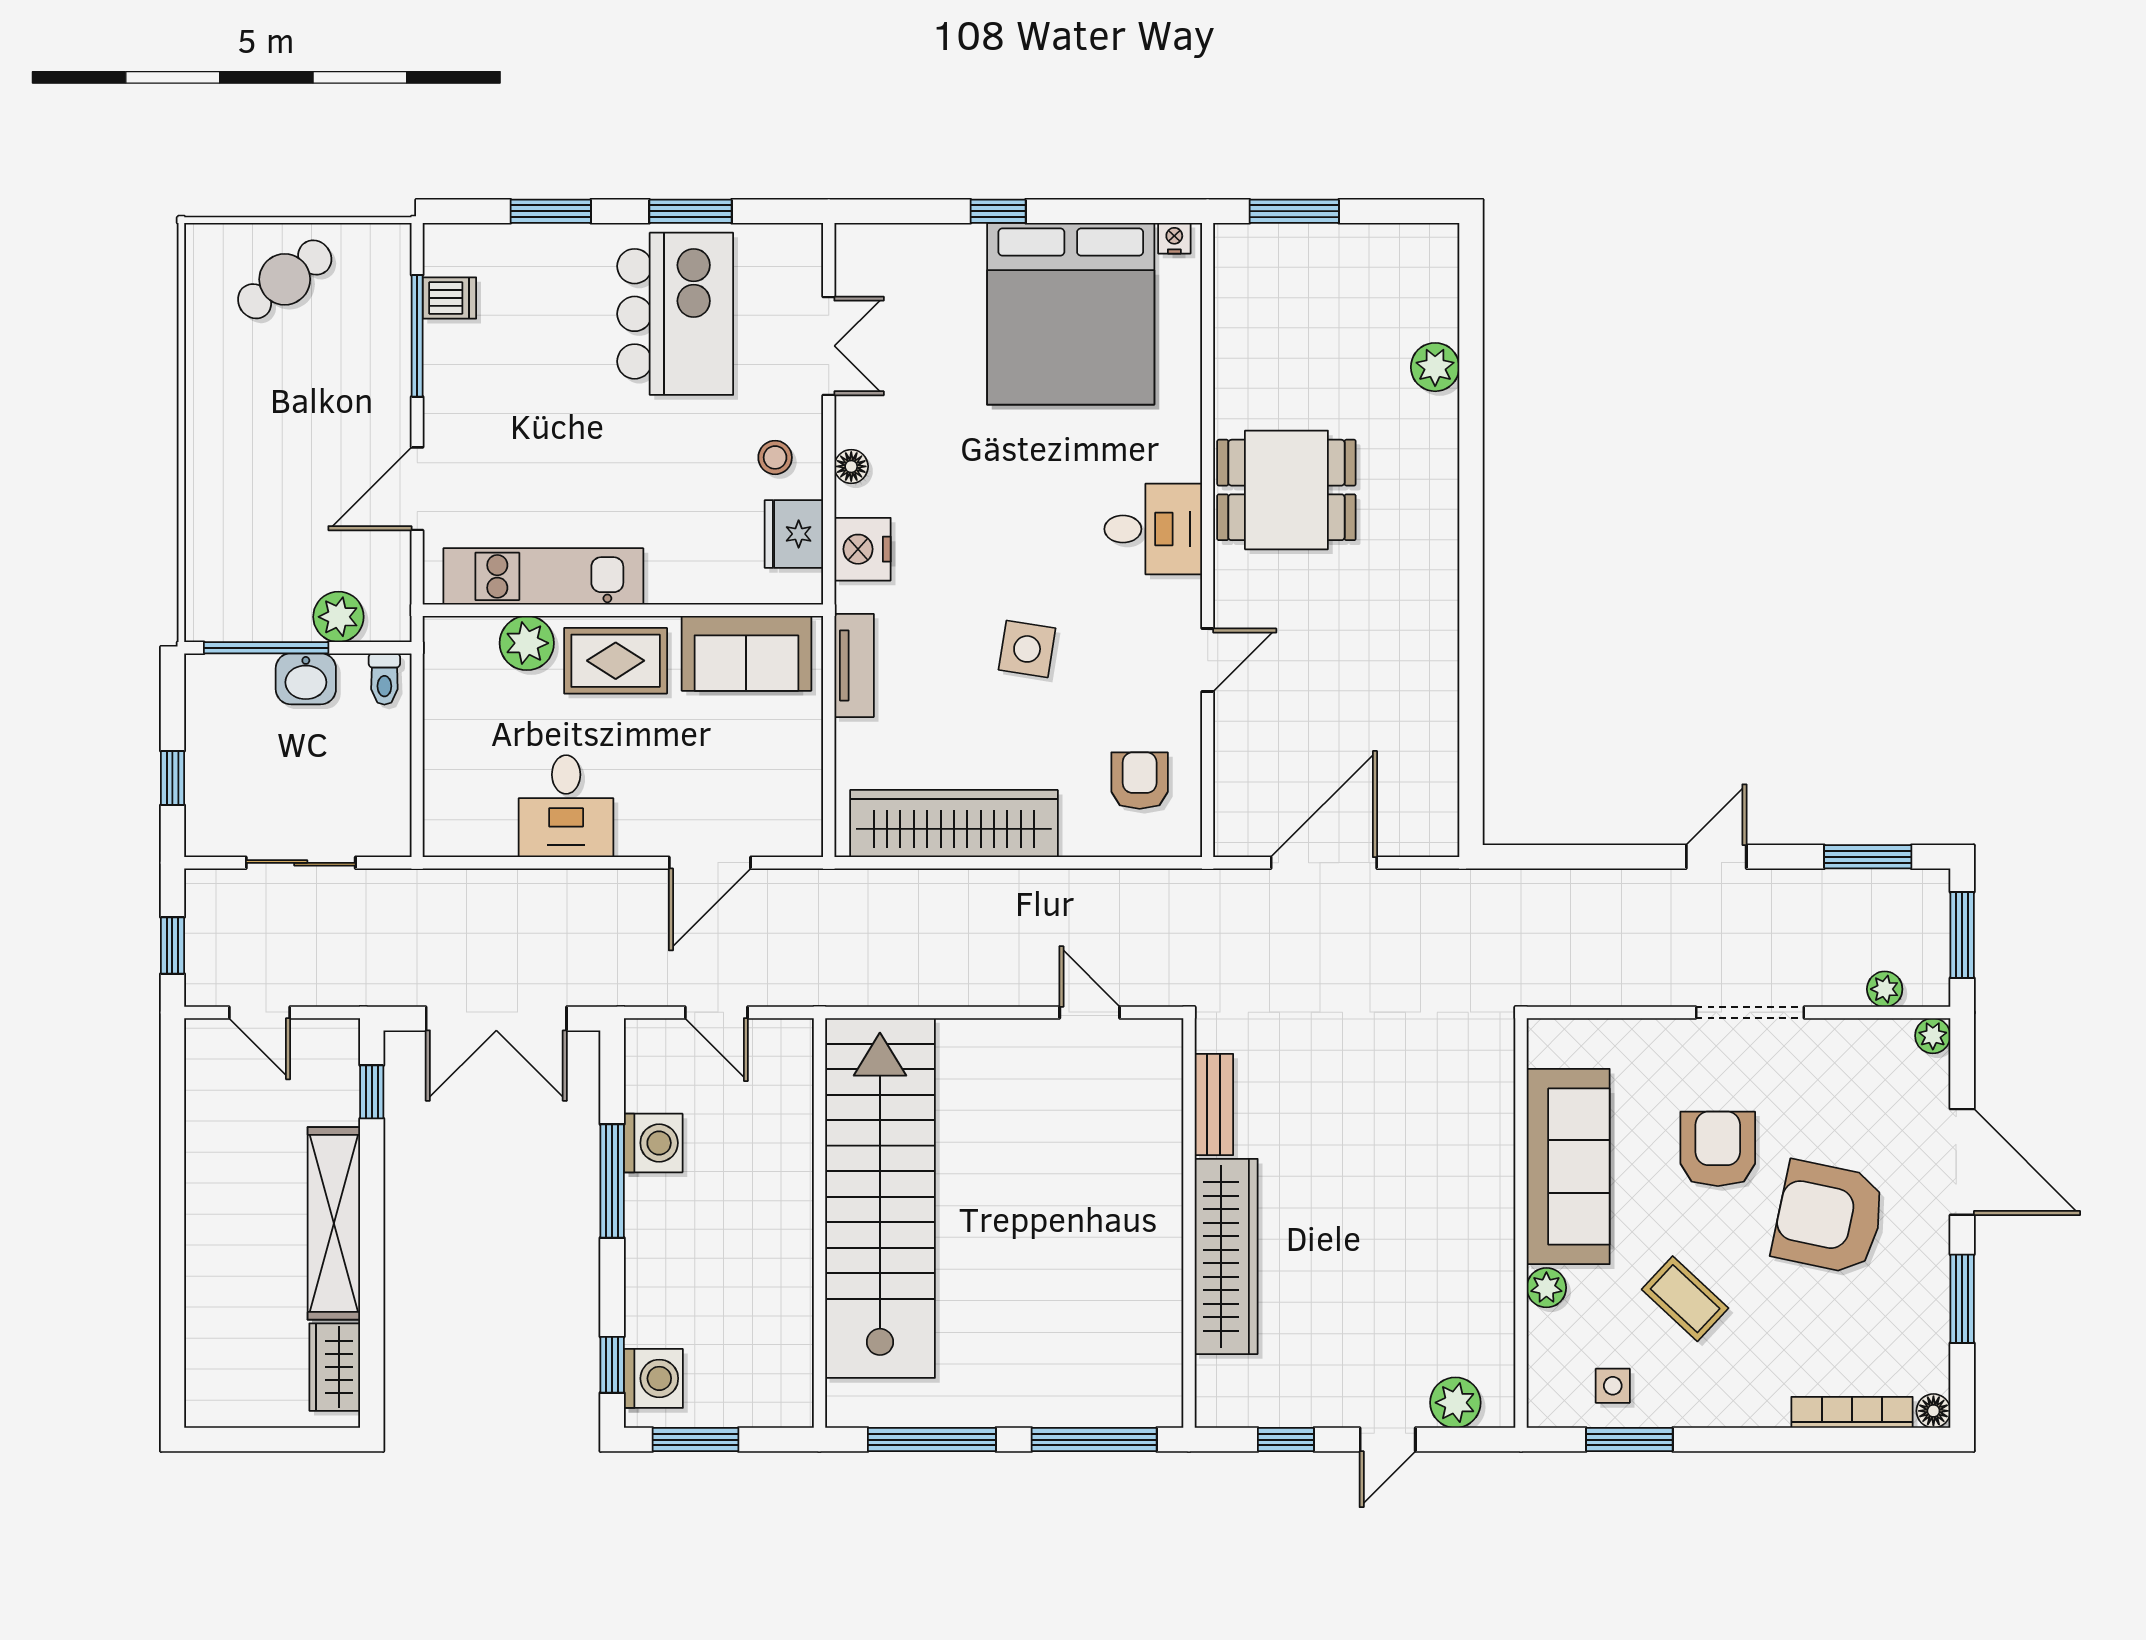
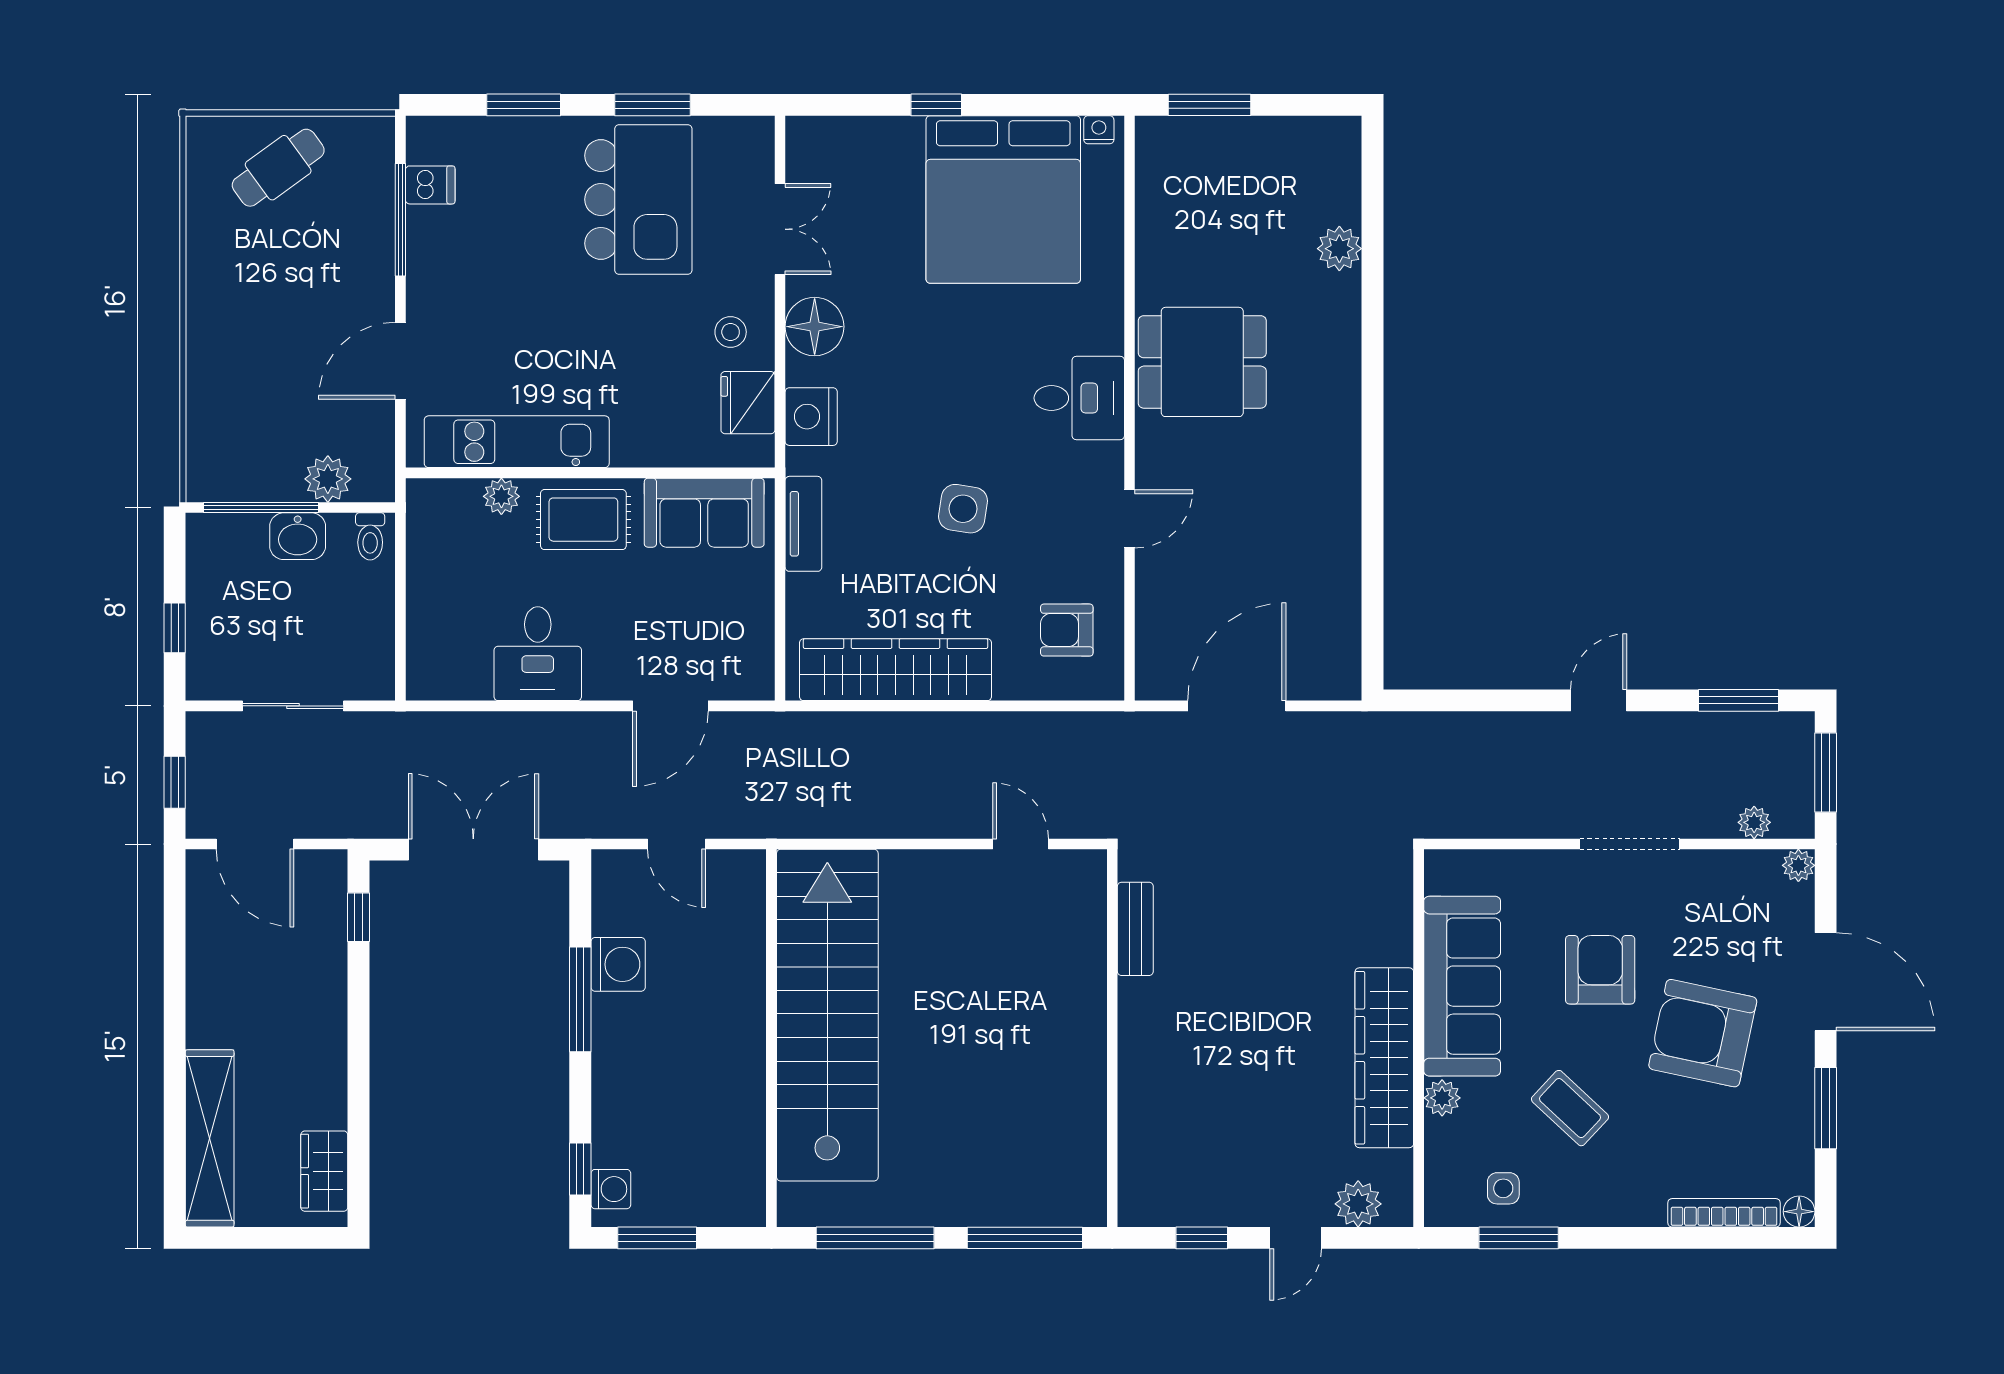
floor lamp: (851, 466) -> (815, 327), width x1.89, depth x1.89
plant: (527, 643) -> (501, 496), width x0.73, depth x0.73
armchair: (1140, 781) -> (1067, 630), turned -90
door: (260, 1012) -> (255, 844), width x1.38
double door: (496, 1019) -> (473, 850), swing flipped
shelving: (334, 1223) -> (210, 1138), moved
wardrobe: (1226, 1256) -> (1384, 1058), moved, turned 180
washing machine: (653, 1378) -> (611, 1189), width x0.73, depth x0.73

